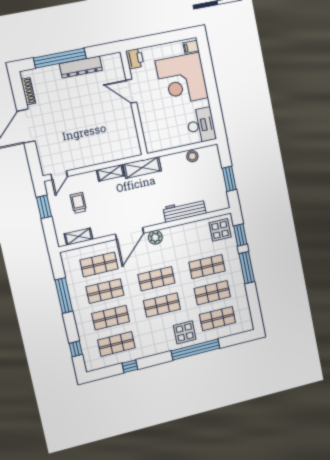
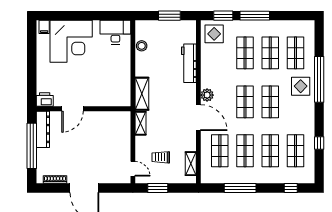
printer: (135, 59) -> (45, 100), moved
door: (131, 91) -> (73, 109), moved
wall: (134, 103) -> (84, 109), moved

